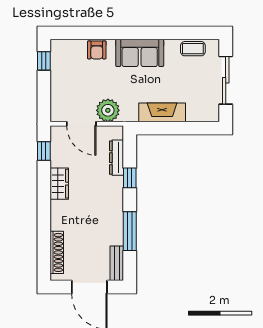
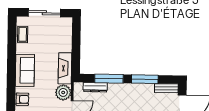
fireplace: (162, 112) -> (65, 68), moved
window: (130, 178) -> (109, 79), width x2.17

